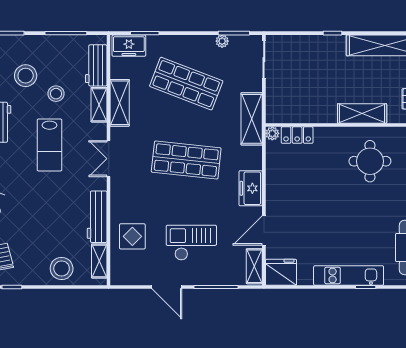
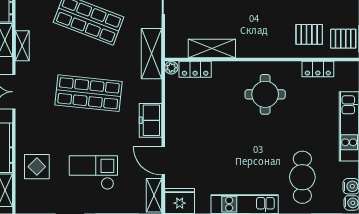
shelving: (120, 103) -> (22, 46), width x0.67, depth x0.75
shelving: (362, 114) -> (212, 48), moved
door: (264, 231) -> (163, 161), hinge flipped

